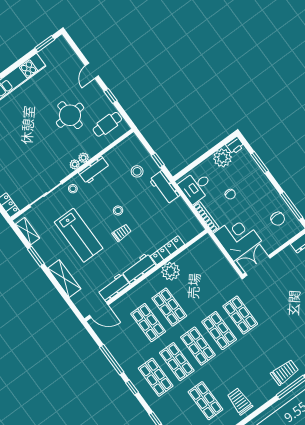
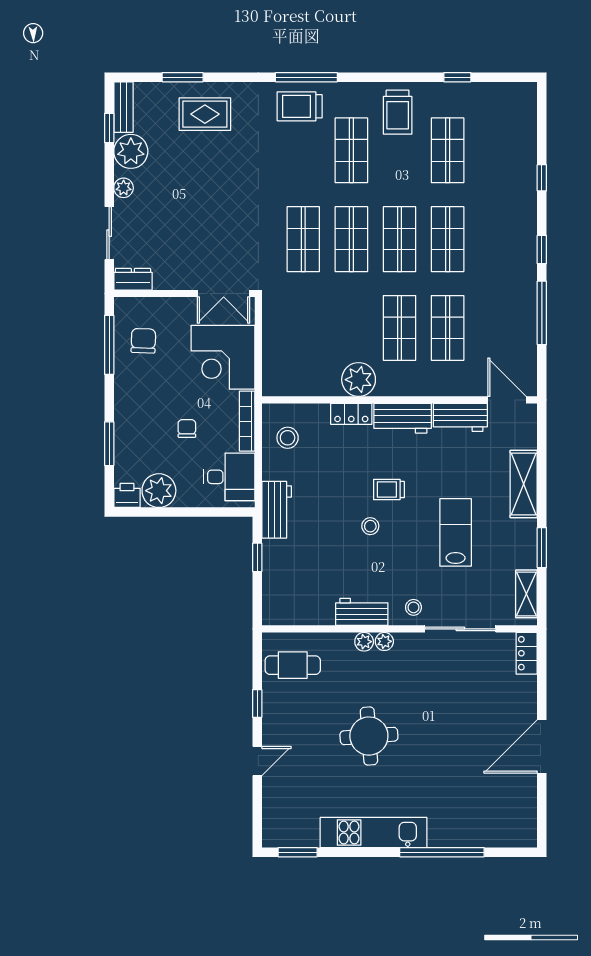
round table: (70, 115) -> (369, 736), moved
stool: (137, 171) -> (288, 438), moved
lab bench: (79, 235) -> (456, 532), width x0.73, depth x0.72
locker: (167, 250) -> (351, 414), width x0.66
shop shelf: (156, 377) -> (351, 150), moved

